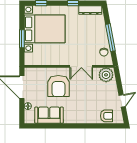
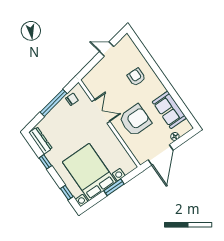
plant: (106, 75) -> (92, 82), removed
armchair: (106, 116) -> (136, 77), moved

